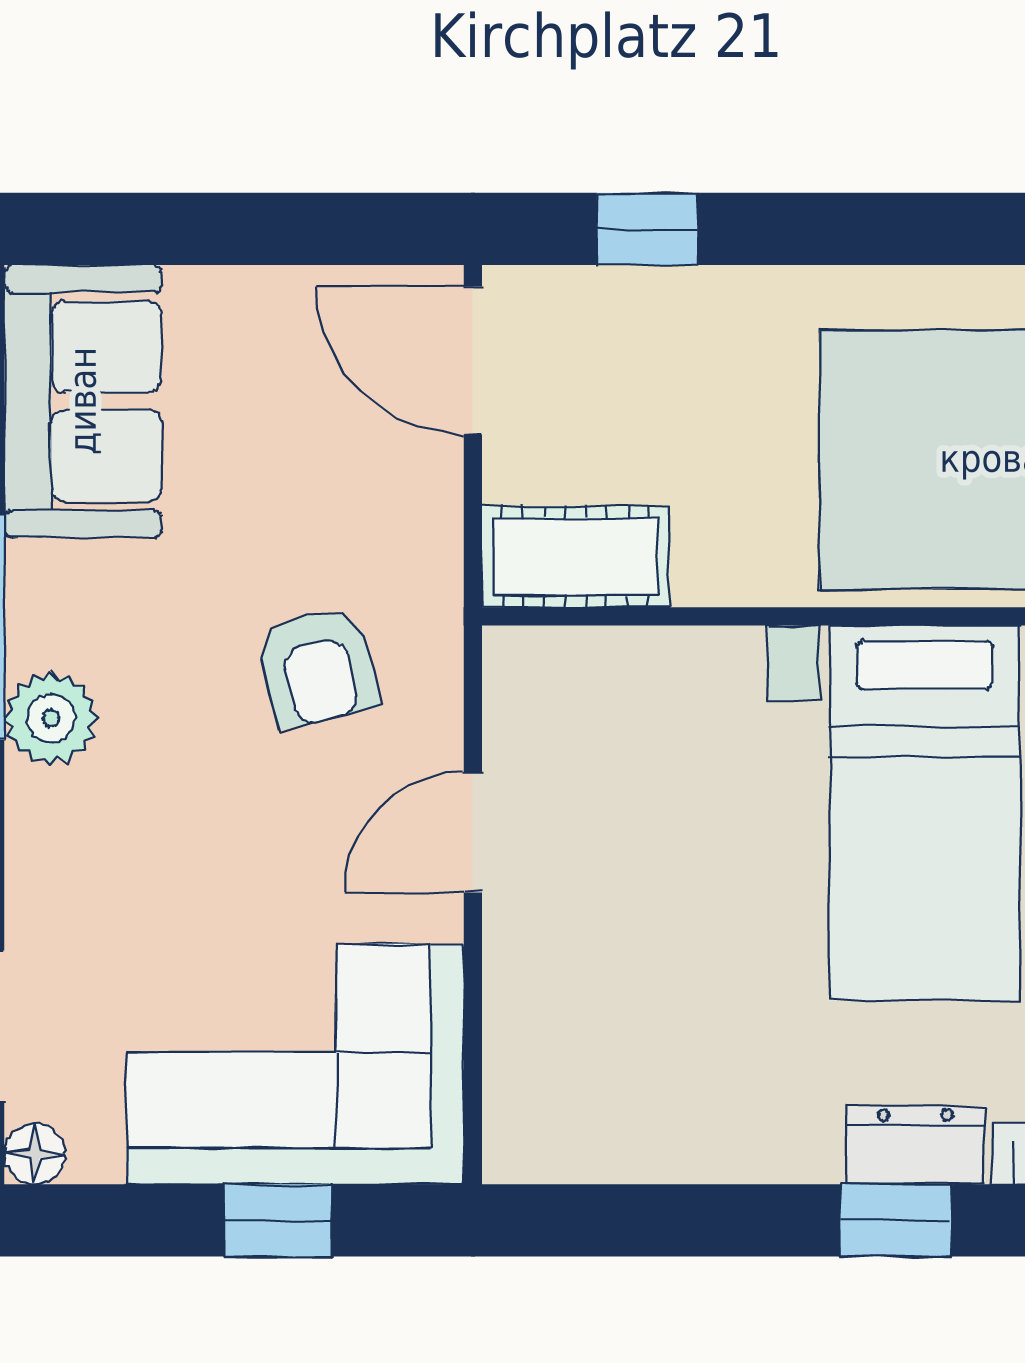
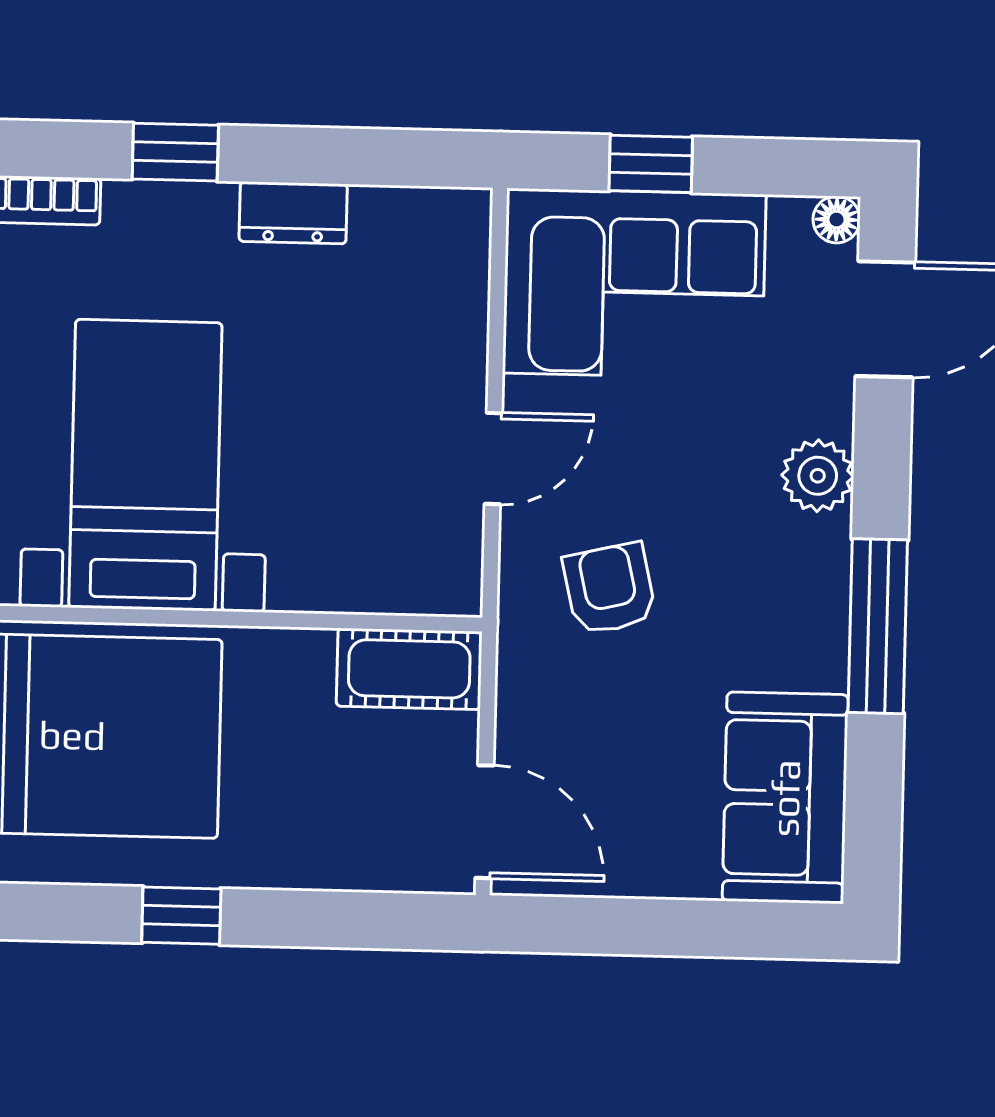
window: (647, 229) -> (181, 916), moved
plant: (51, 719) -> (818, 476), moved
dresser: (915, 1145) -> (293, 213), moved

